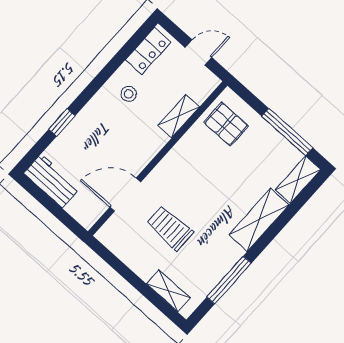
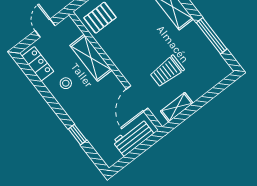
shelving: (179, 116) -> (91, 58), width x1.50, depth x1.33
workbench: (52, 181) -> (133, 137), moved
shelving: (168, 291) -> (177, 107), moved

